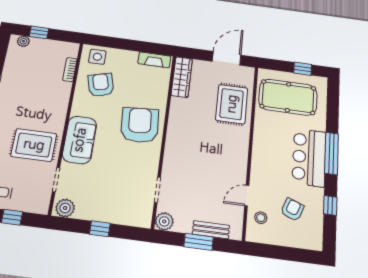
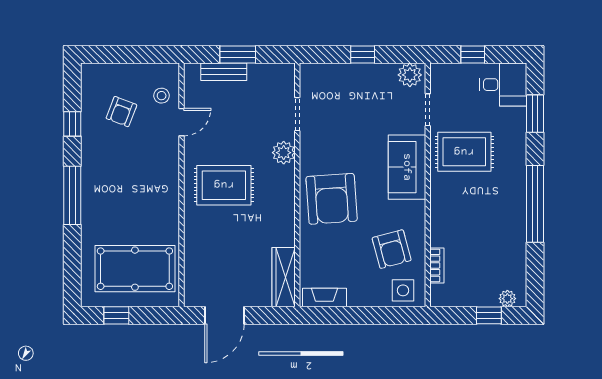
rug: (232, 104) -> (224, 185), moved, turned 90
bar counter: (309, 157) -> (102, 186), removed
plant: (164, 221) -> (284, 153), moved

